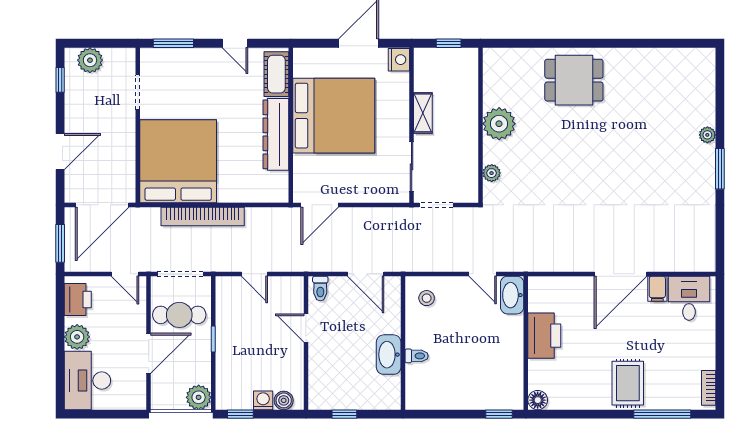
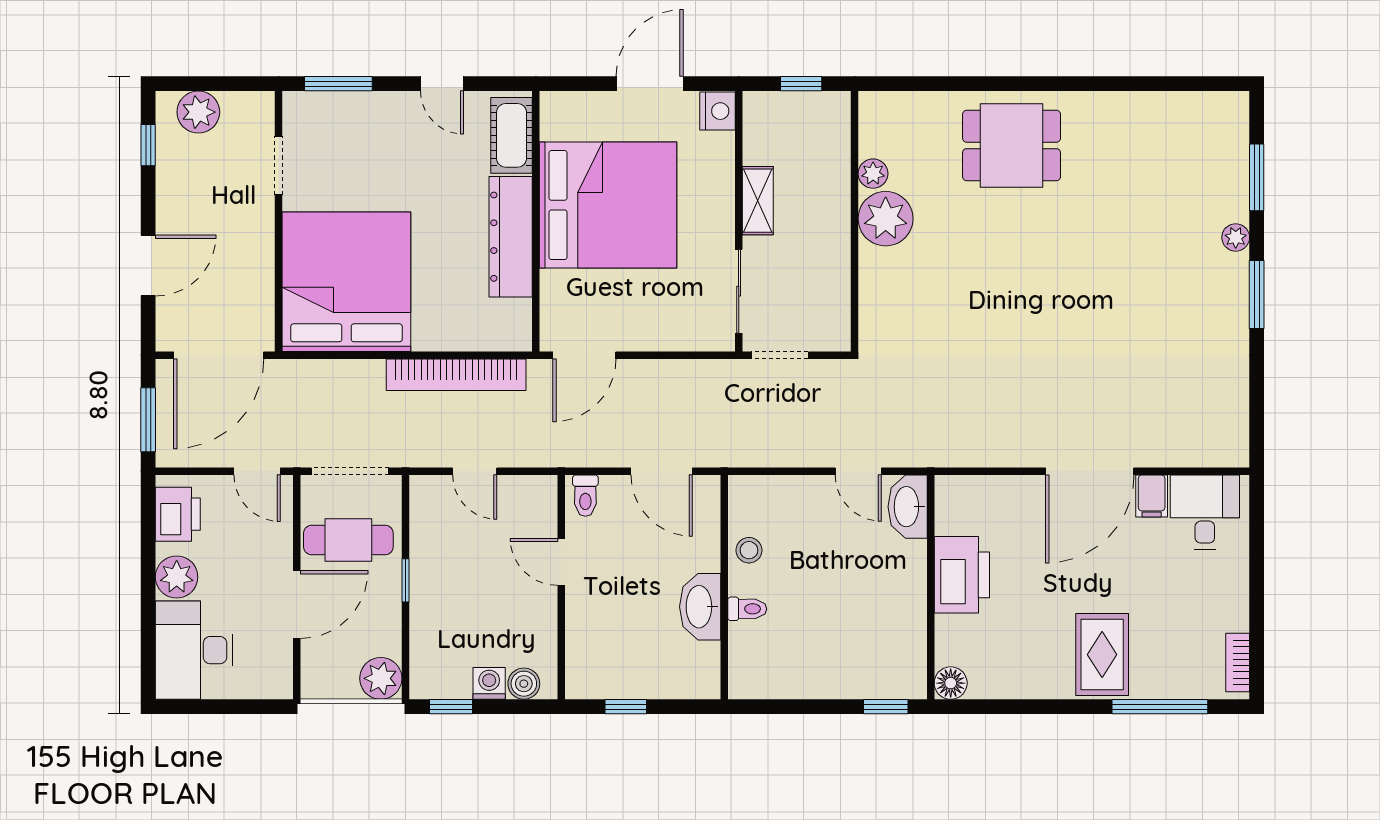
window: (720, 99) -> (1257, 177), added
plant: (492, 173) -> (873, 174), moved
bookcase: (203, 217) -> (456, 375), moved
stool: (427, 298) -> (749, 550), moved

